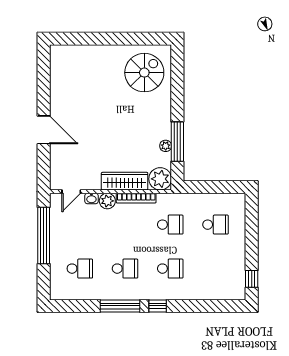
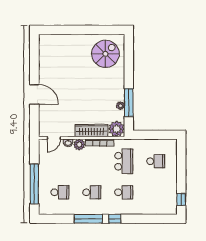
school desk: (170, 225) -> (124, 161), width x1.85
window: (44, 236) -> (34, 184), moved

